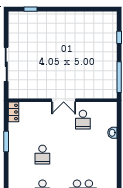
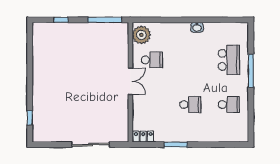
plant: (106, 110) -> (141, 35), added
washbasin: (112, 133) -> (197, 27), moved

